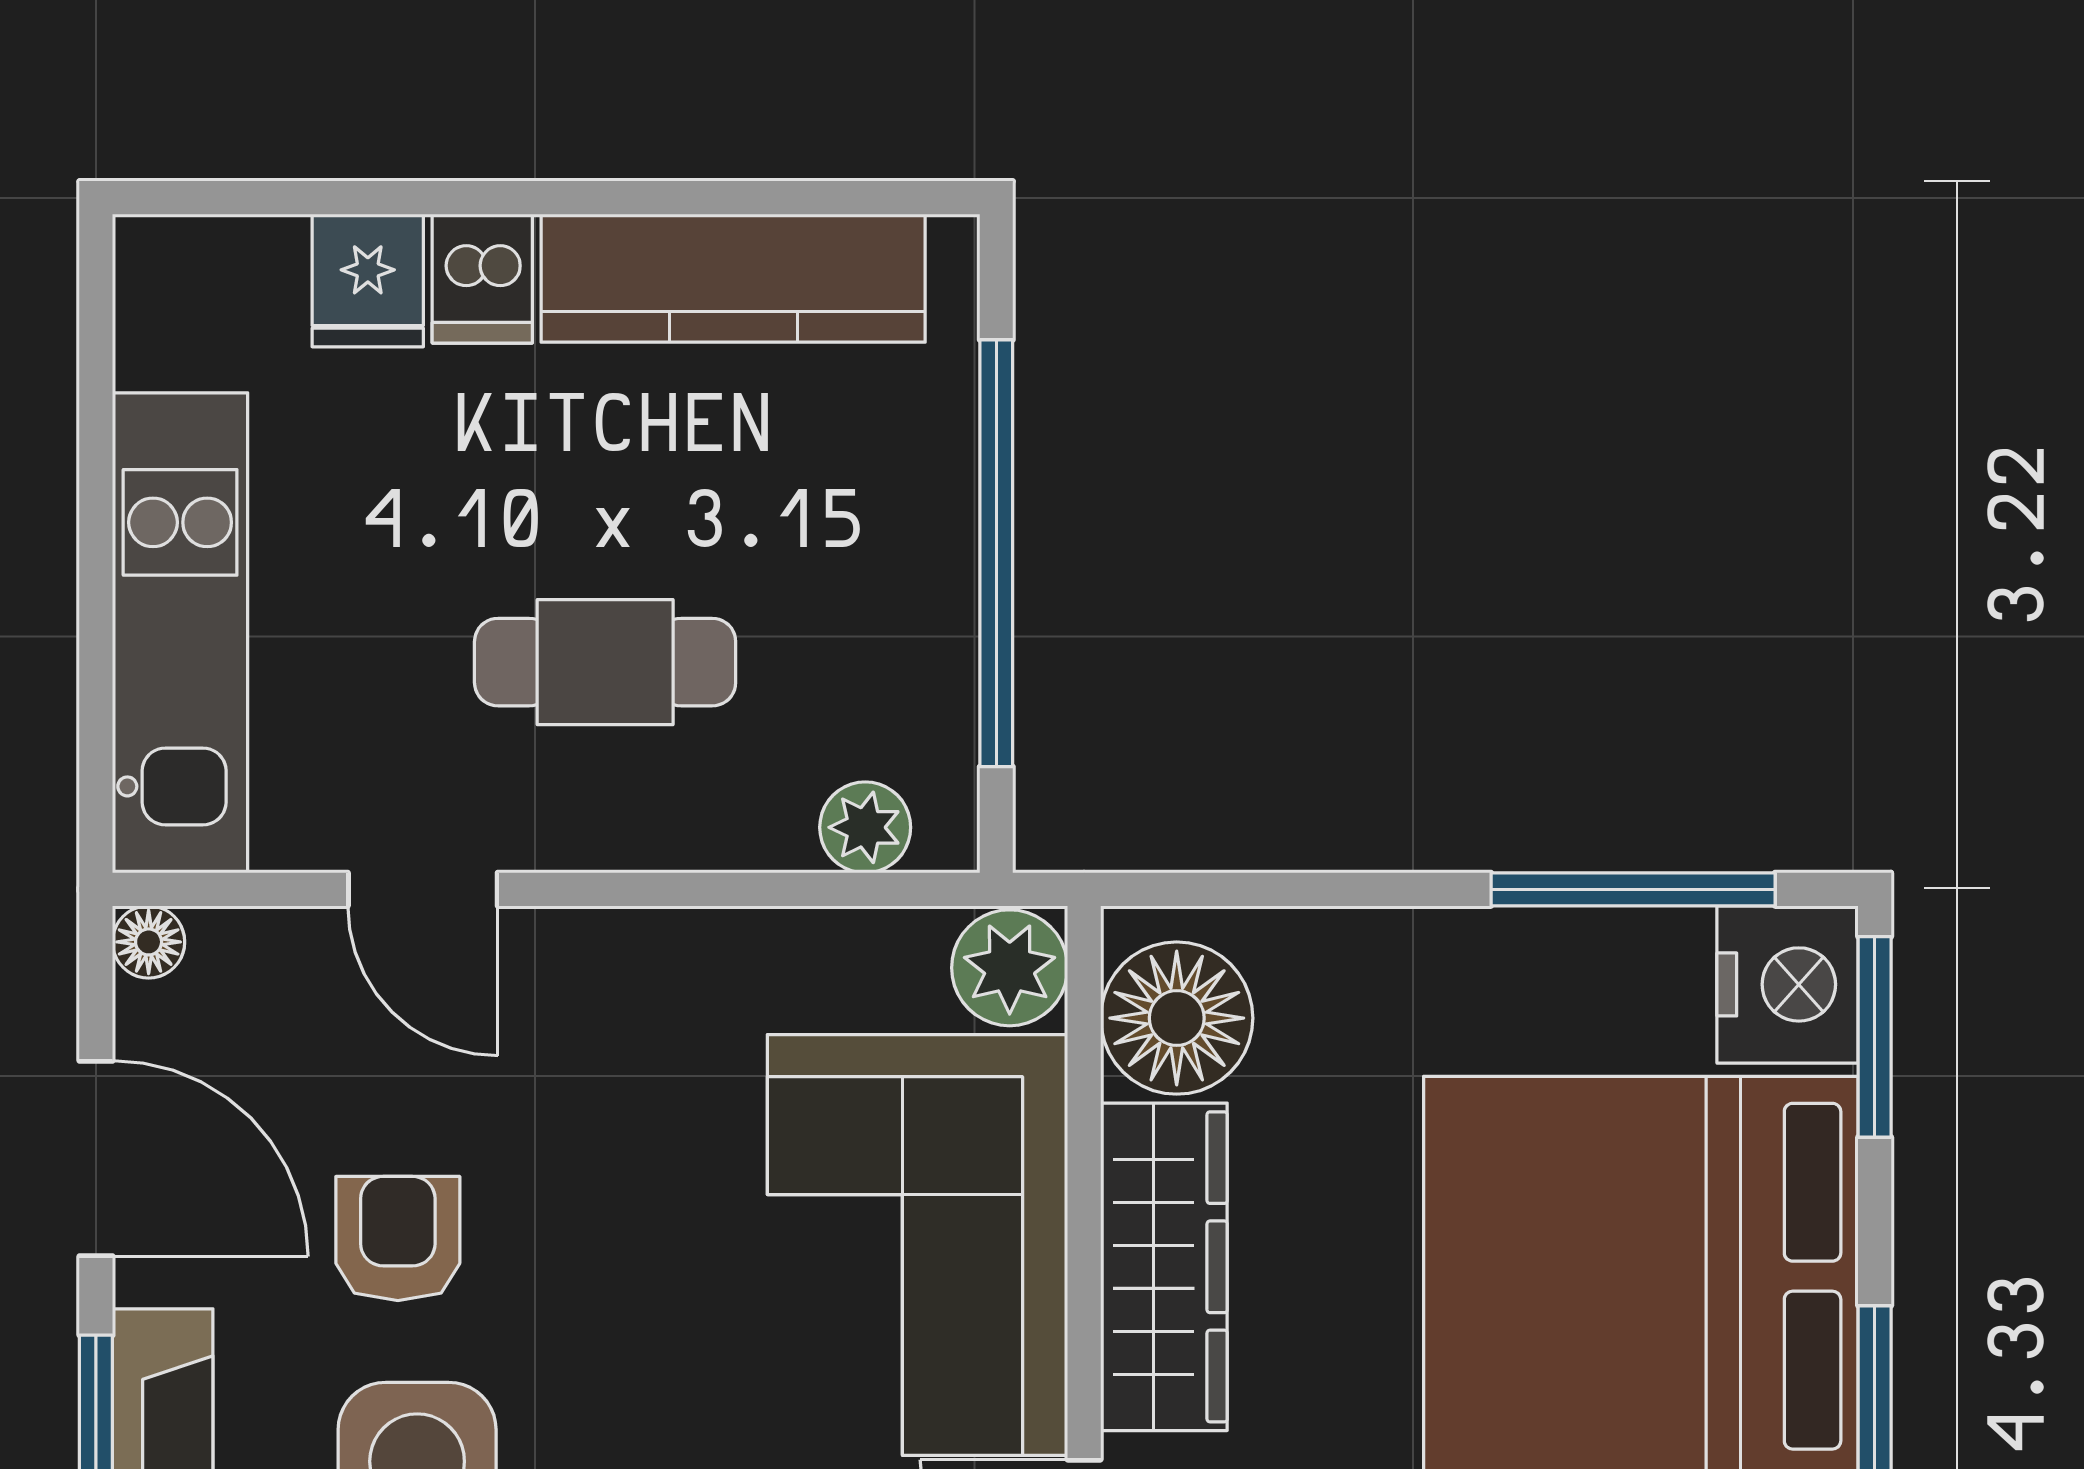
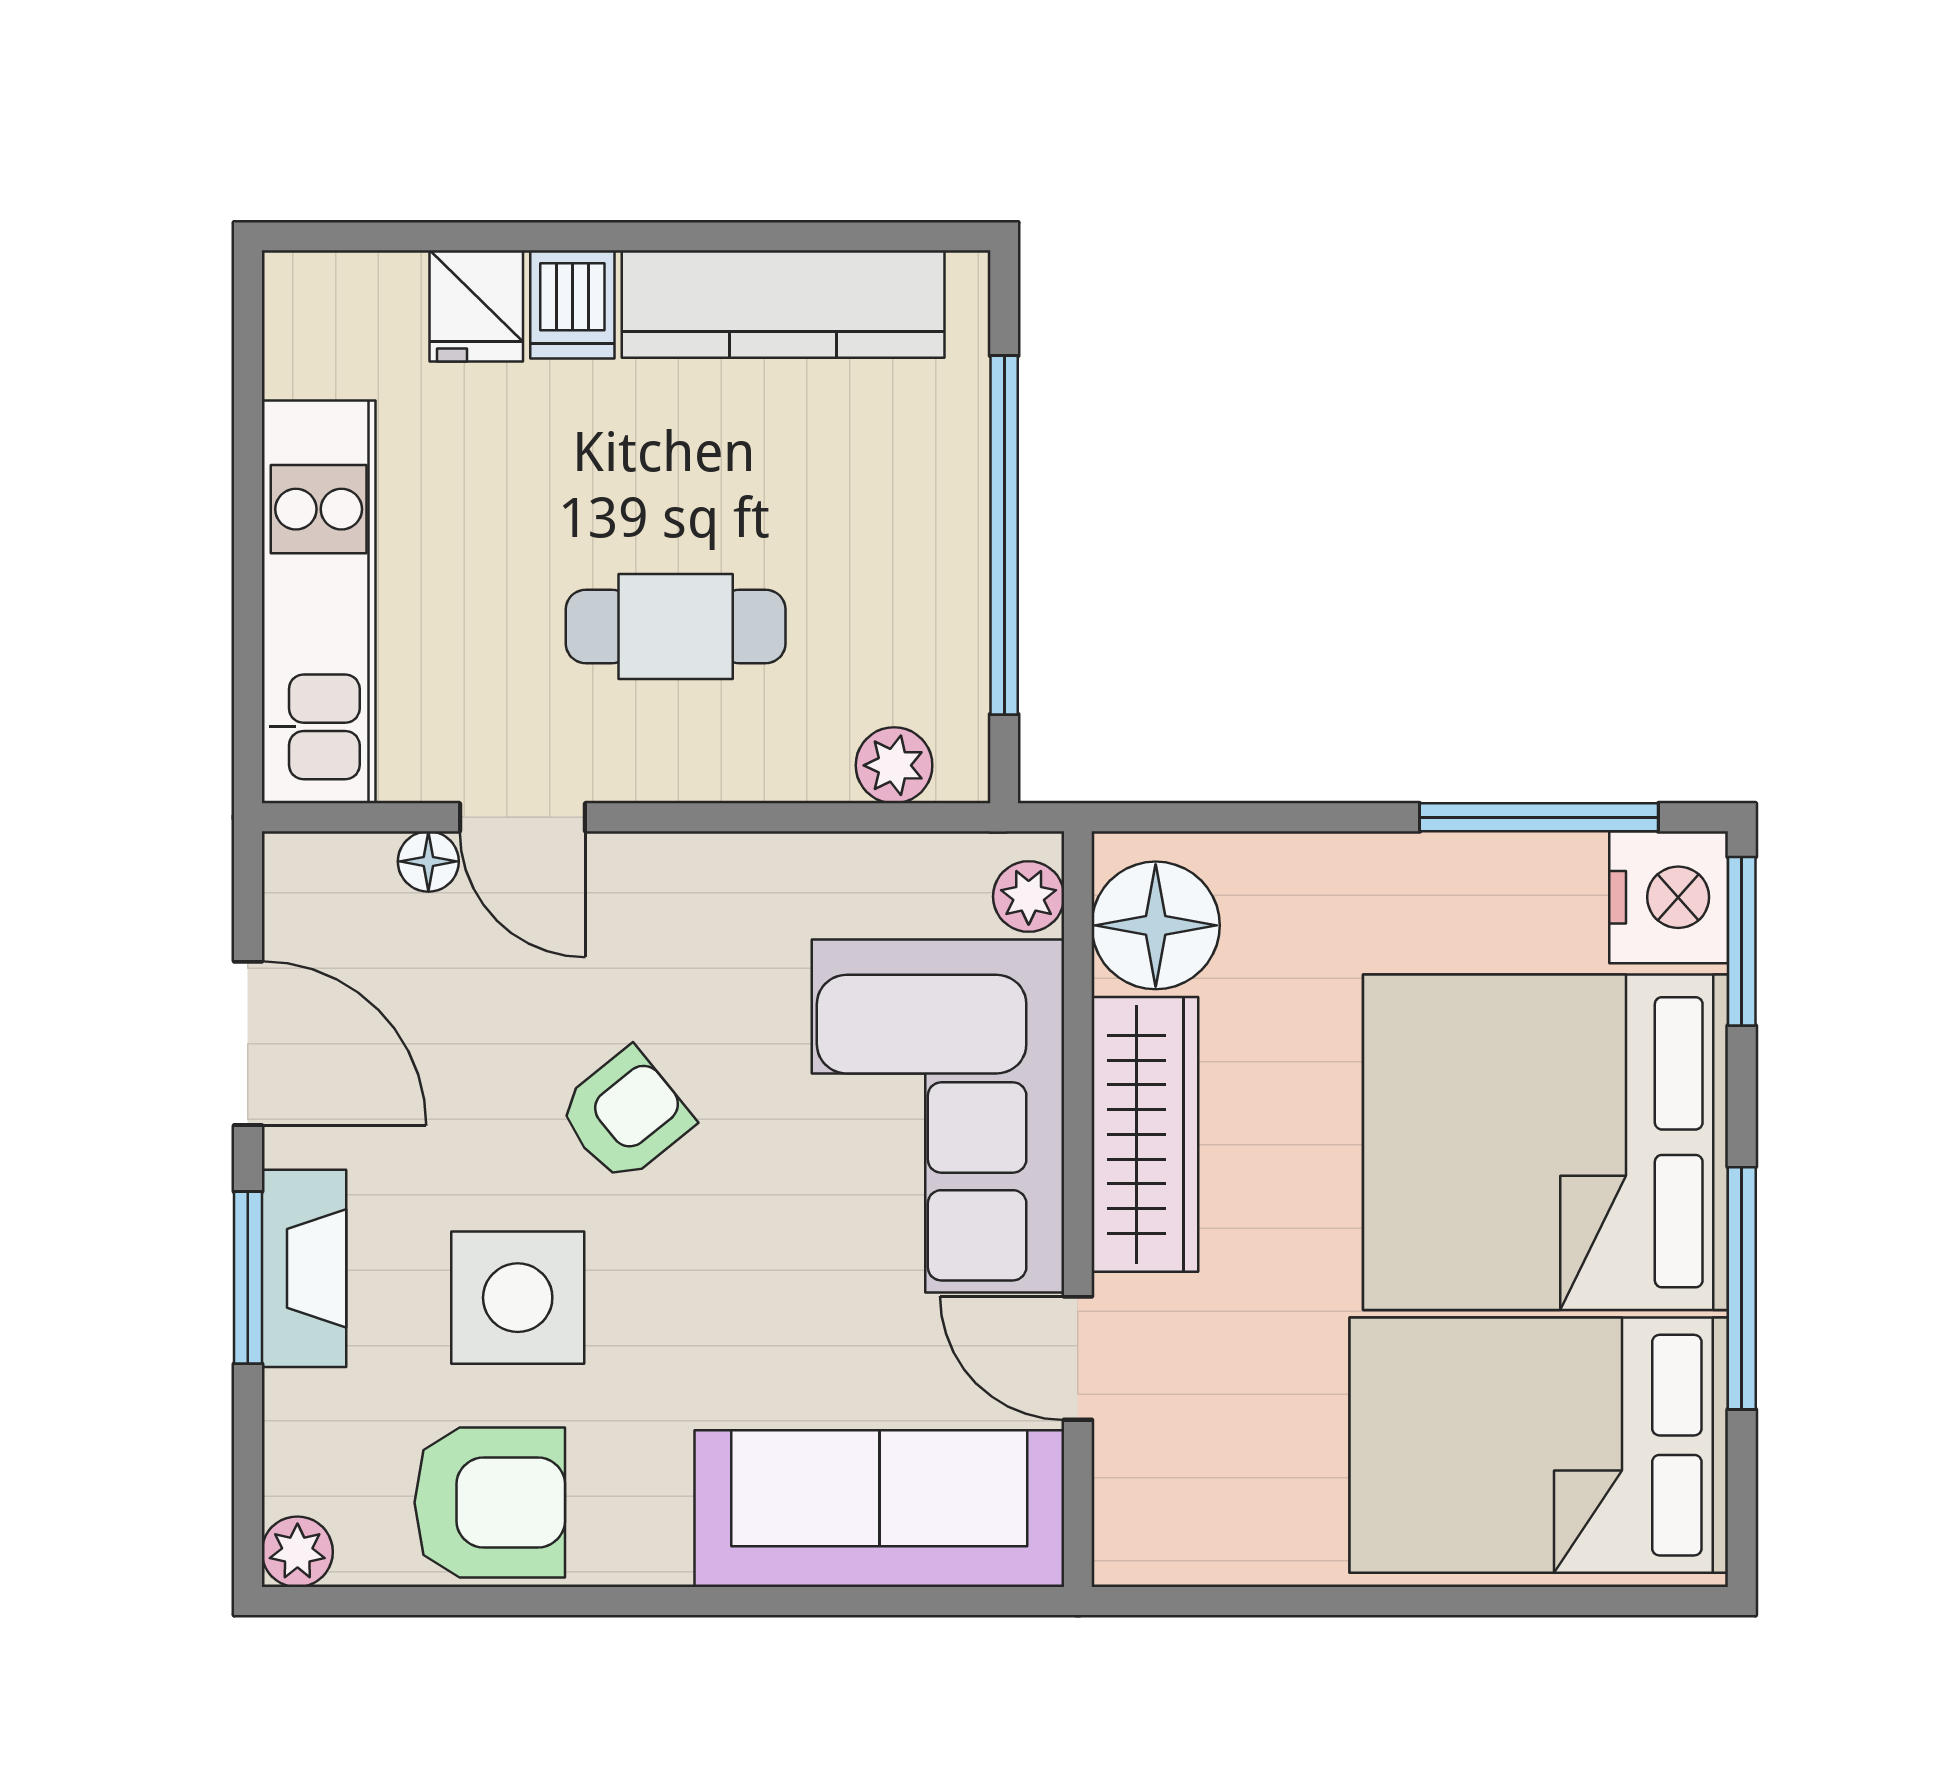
floor lamp: (149, 942) -> (428, 861), moved
plant: (1010, 968) -> (1029, 897), width x0.73, depth x0.73
armchair: (398, 1238) -> (625, 1115), moved, turned 51

